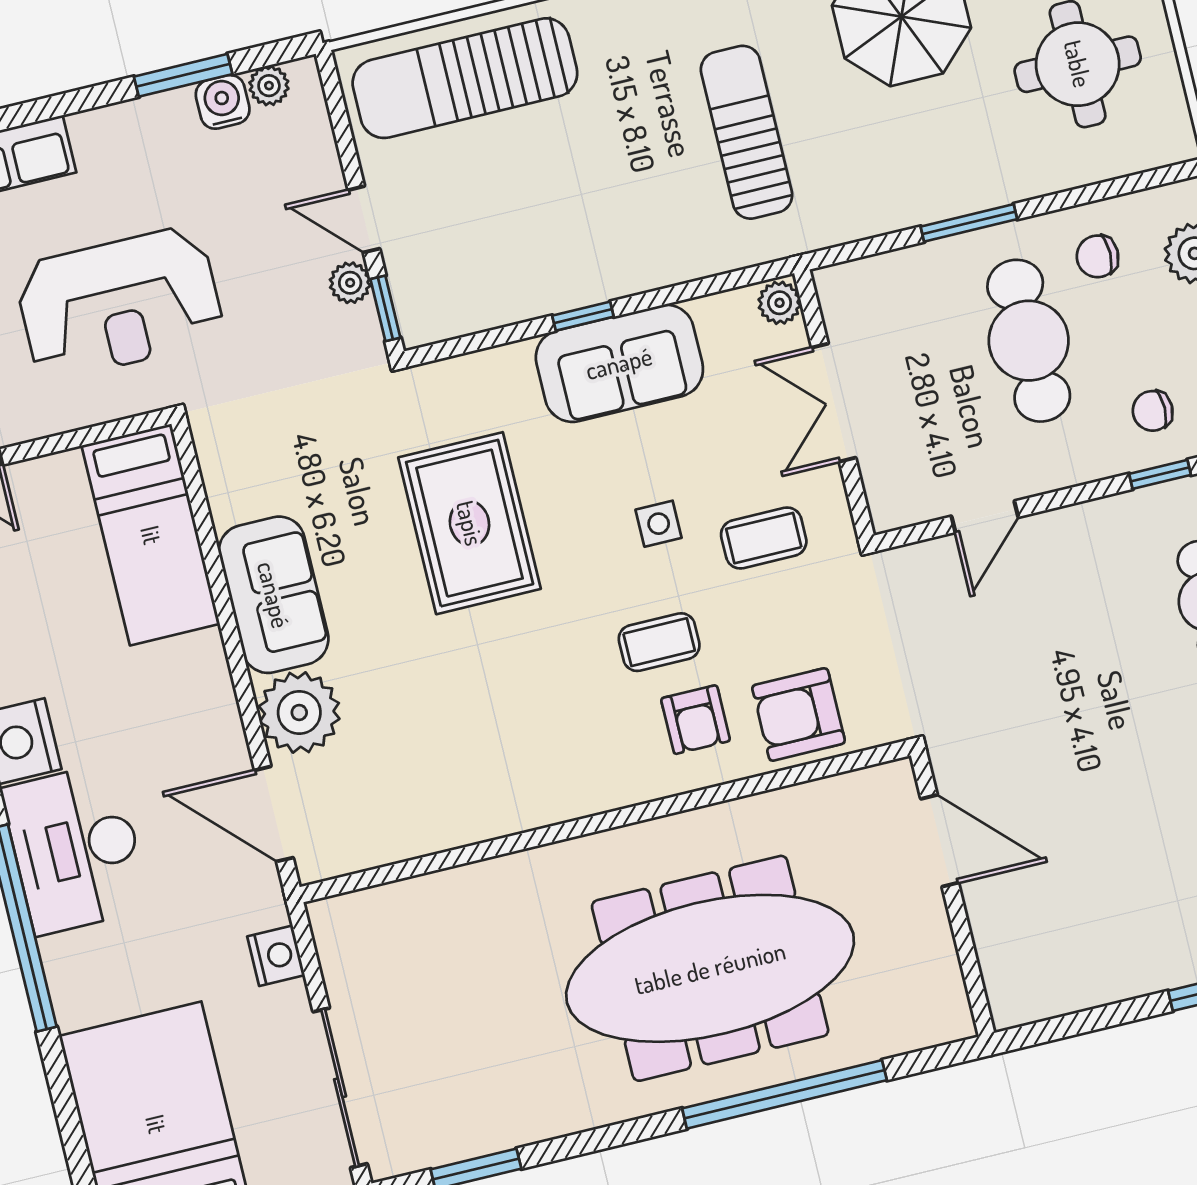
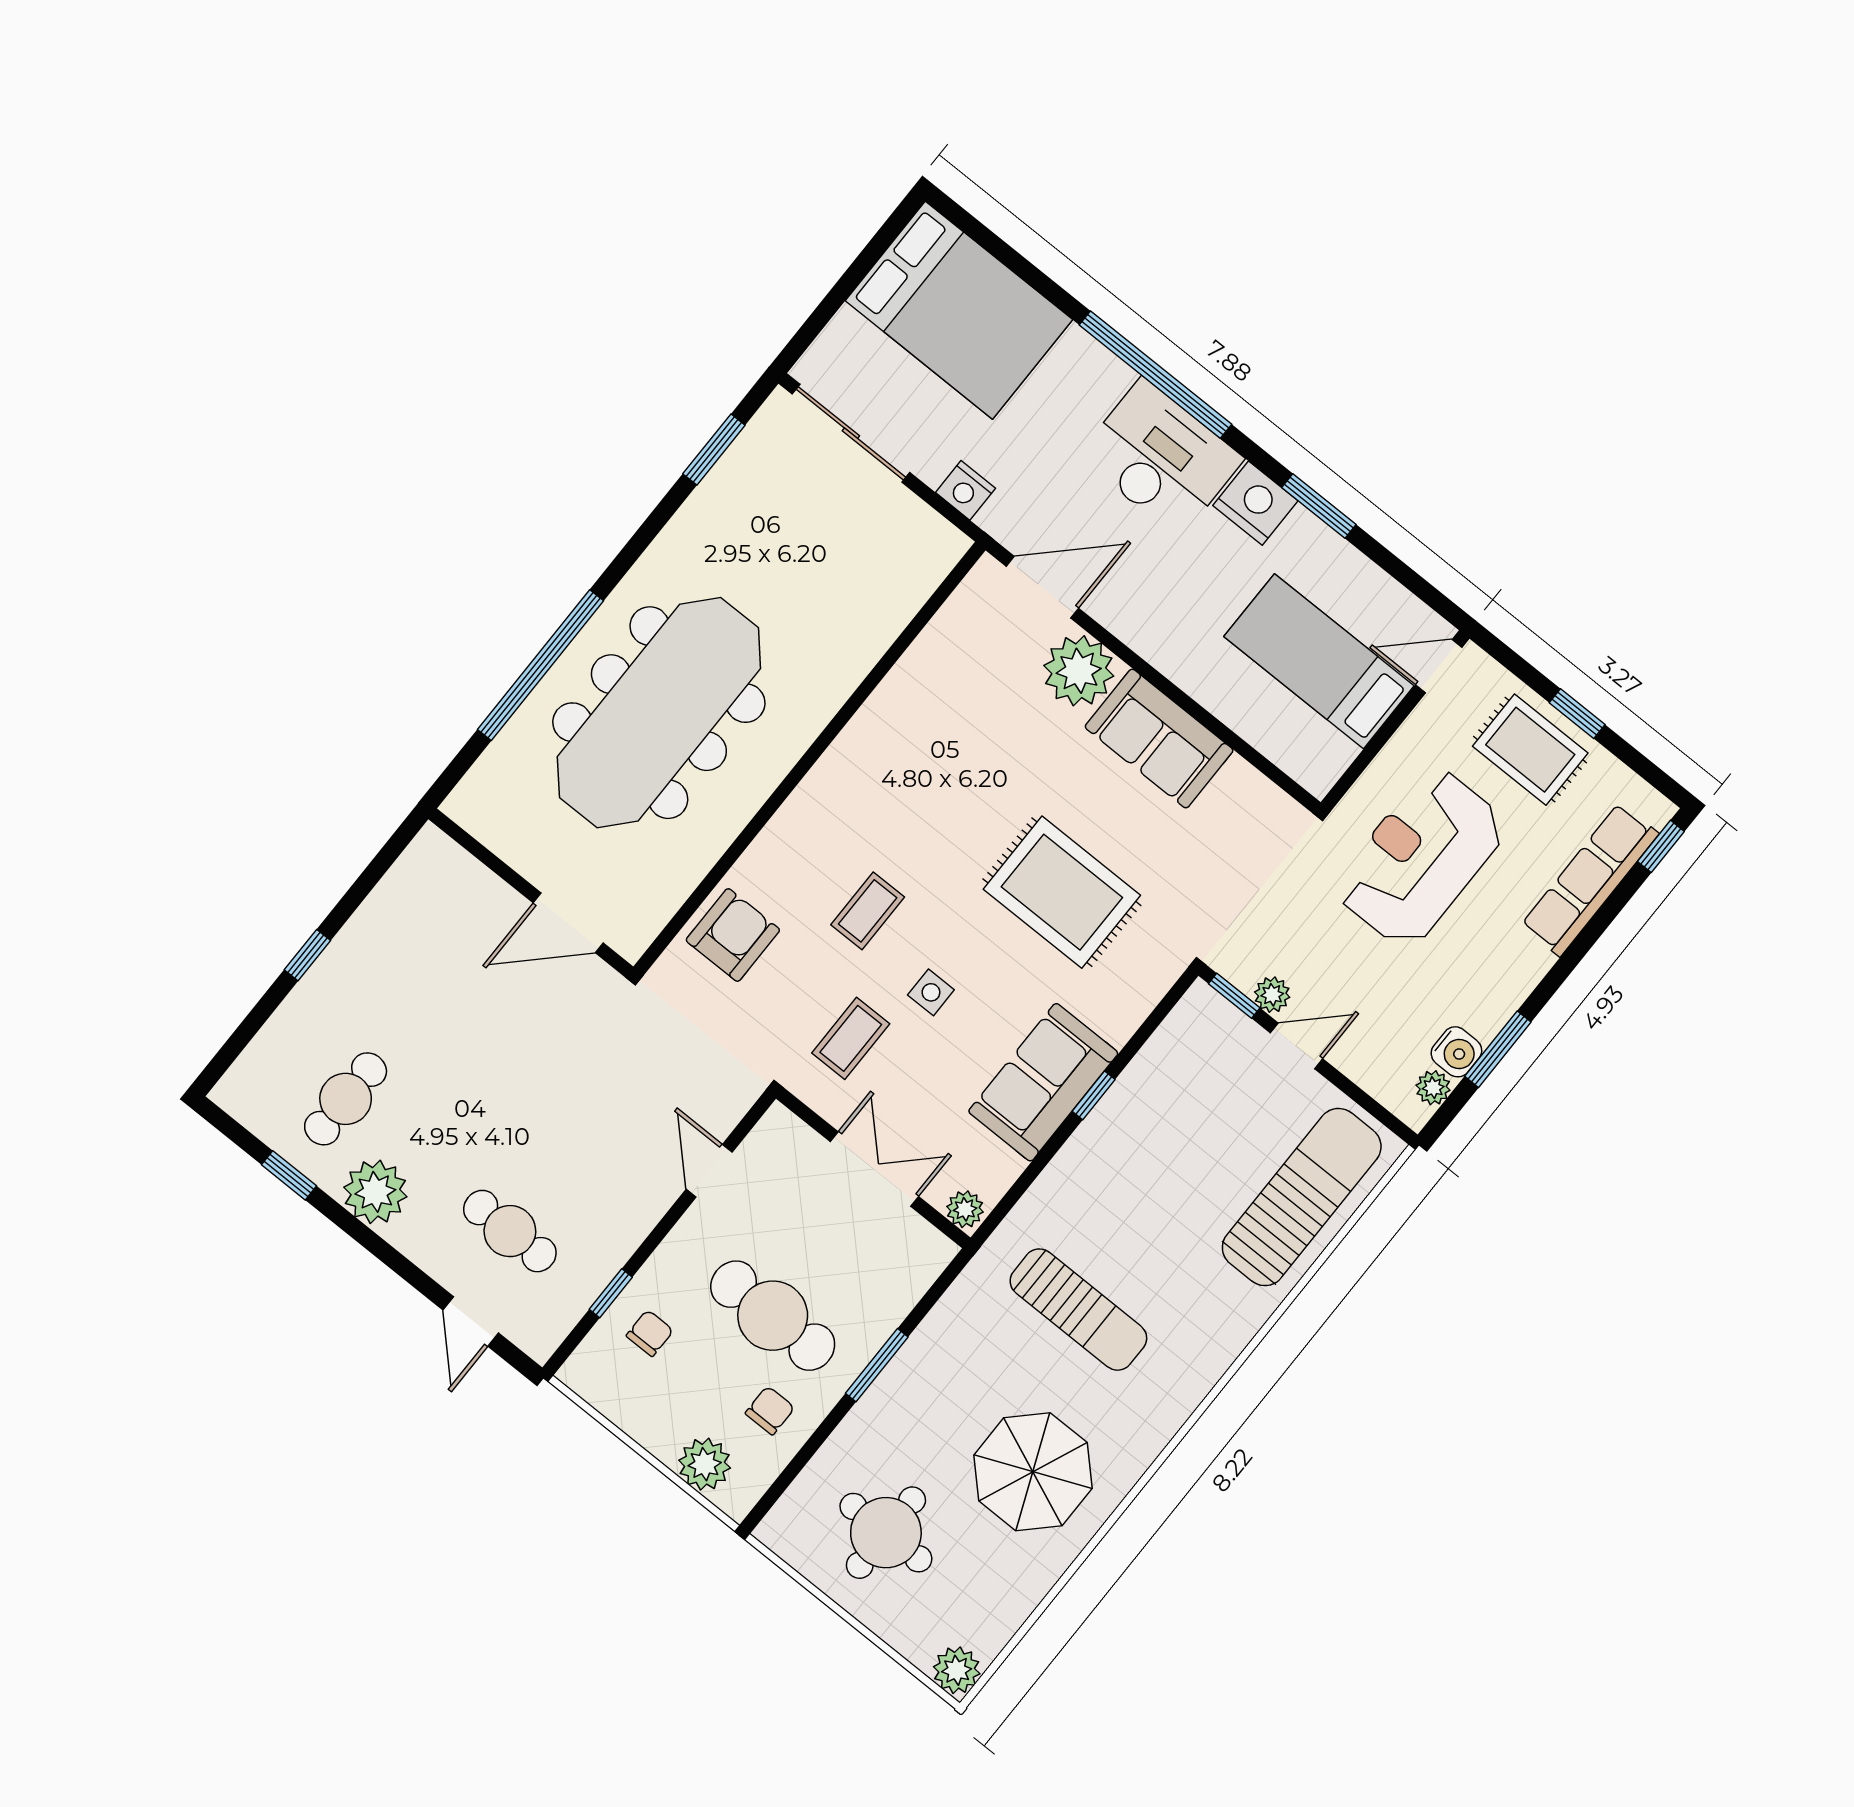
bed: (151, 535) -> (1319, 661), moved
armchair: (696, 720) -> (801, 877), removed

